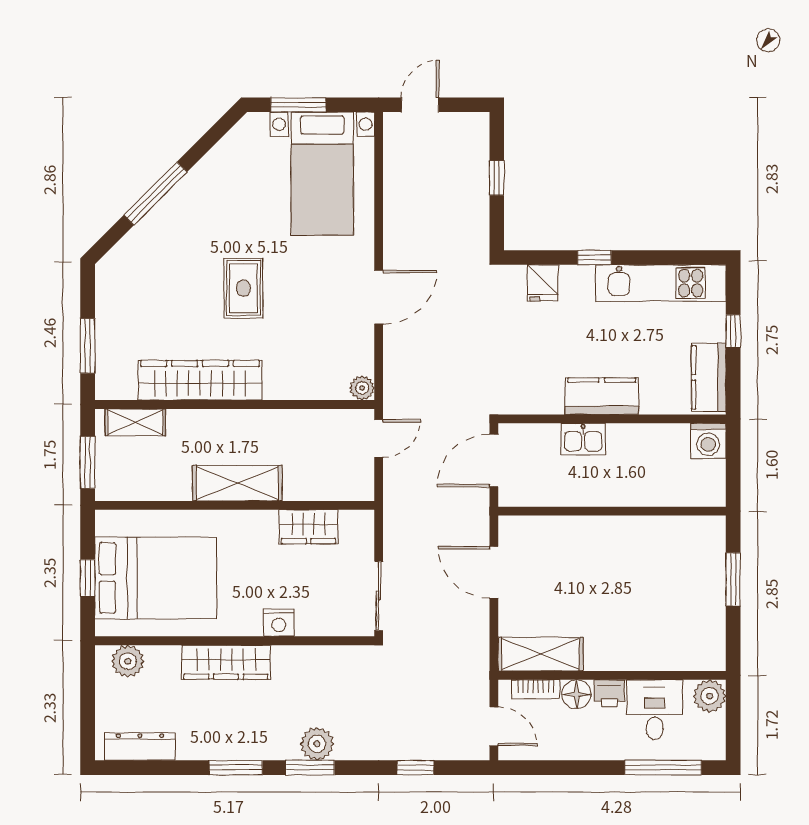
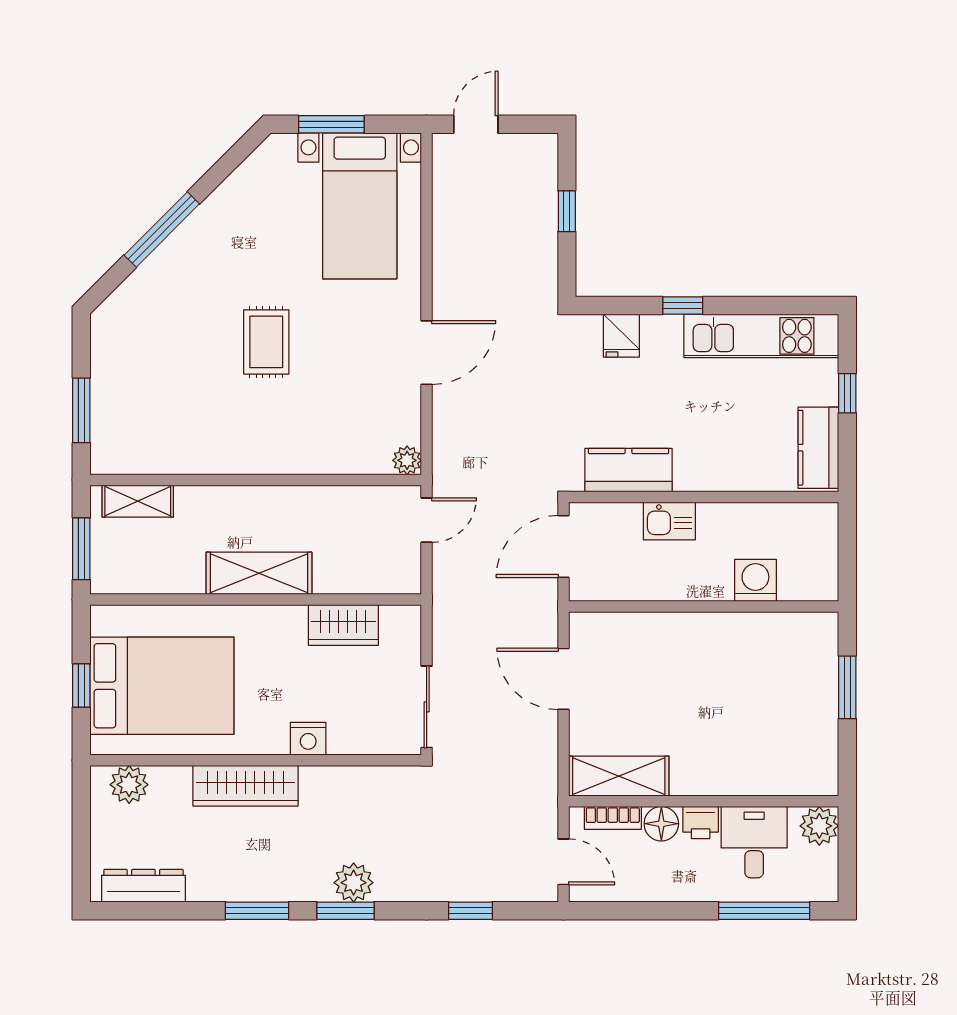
wardrobe: (200, 380) -> (215, 451), removed
kitchen counter: (602, 396) -> (629, 470), moved
washing machine: (708, 441) -> (755, 580), moved, turned 180

